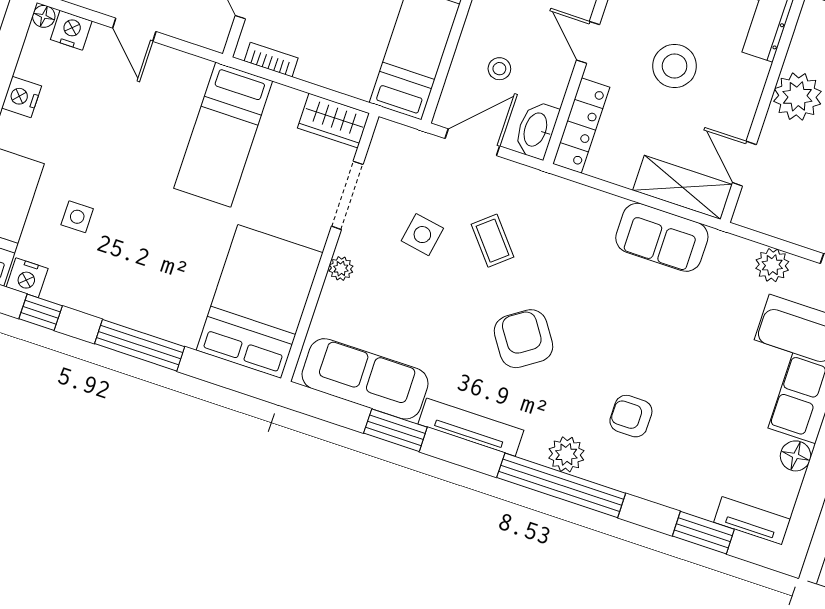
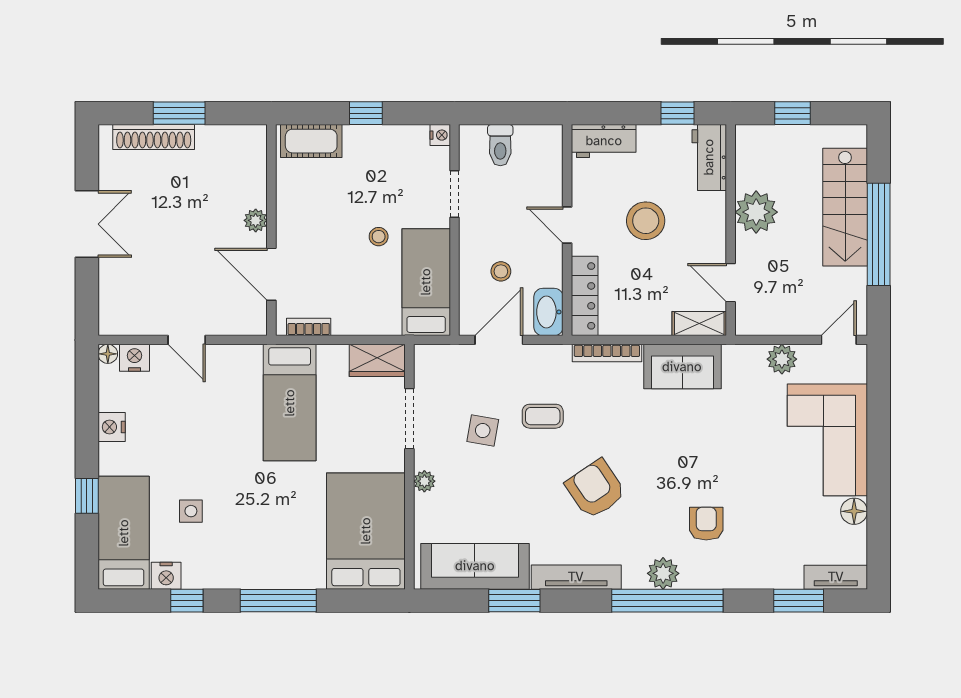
shelving: (682, 187) -> (699, 324), width x0.67, depth x0.75
bookcase: (585, 195) -> (607, 353), added
coffee table: (493, 241) -> (543, 416), turned -50
armchair: (631, 416) -> (706, 524), turned 90

